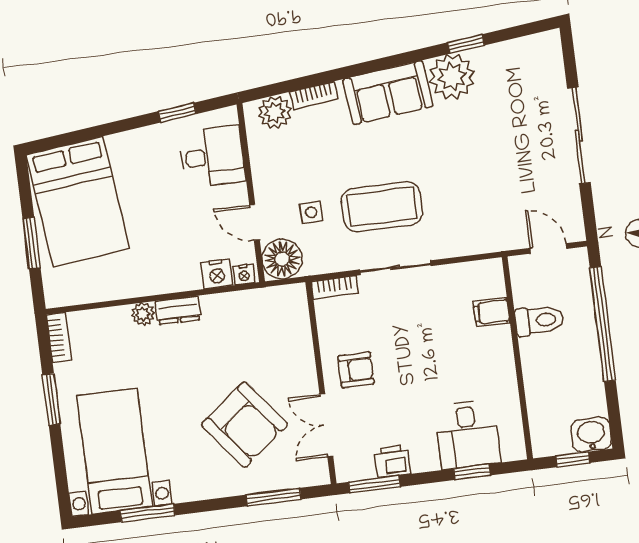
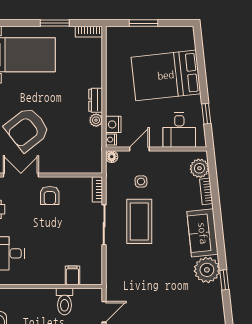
bed: (78, 202) -> (166, 75), moved
floor lamp: (282, 259) -> (112, 157), width x0.53, depth x0.53
plant: (143, 314) -> (96, 120), moved

